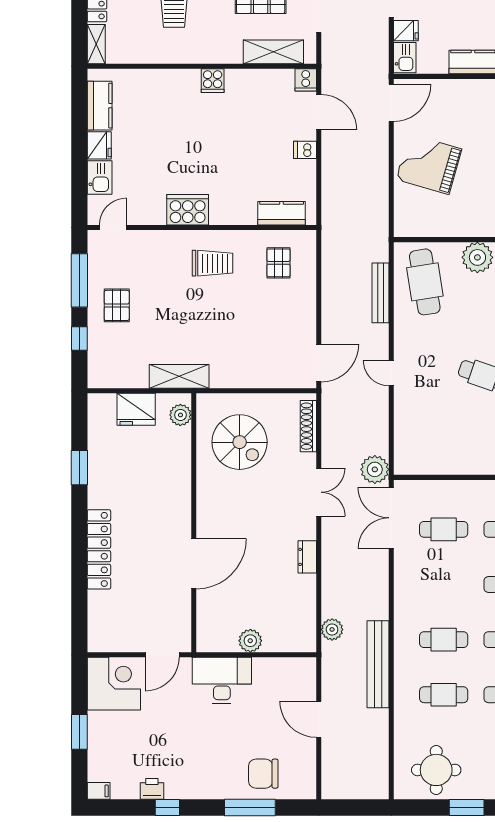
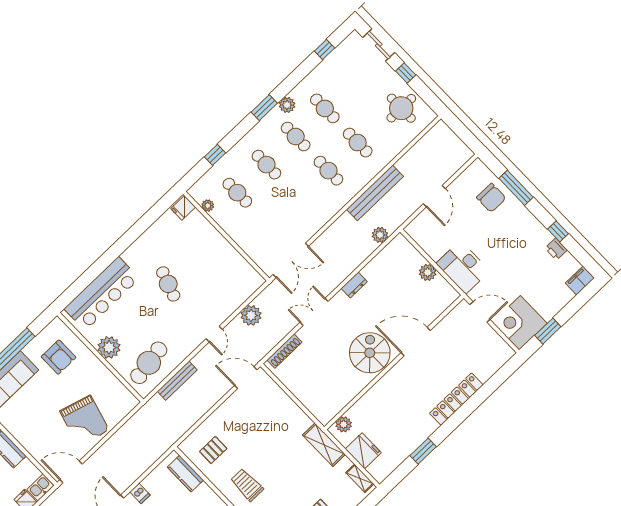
shelving: (112, 380) -> (360, 478), added
spiral stairs: (240, 442) -> (370, 353), moved
plant: (375, 469) -> (251, 315), moved
cafe table: (444, 529) -> (270, 227), removed
window: (79, 732) -> (548, 331), moved
filing cabinet: (99, 791) -> (580, 280), width x2.00
window: (467, 807) -> (406, 73), width x0.67

